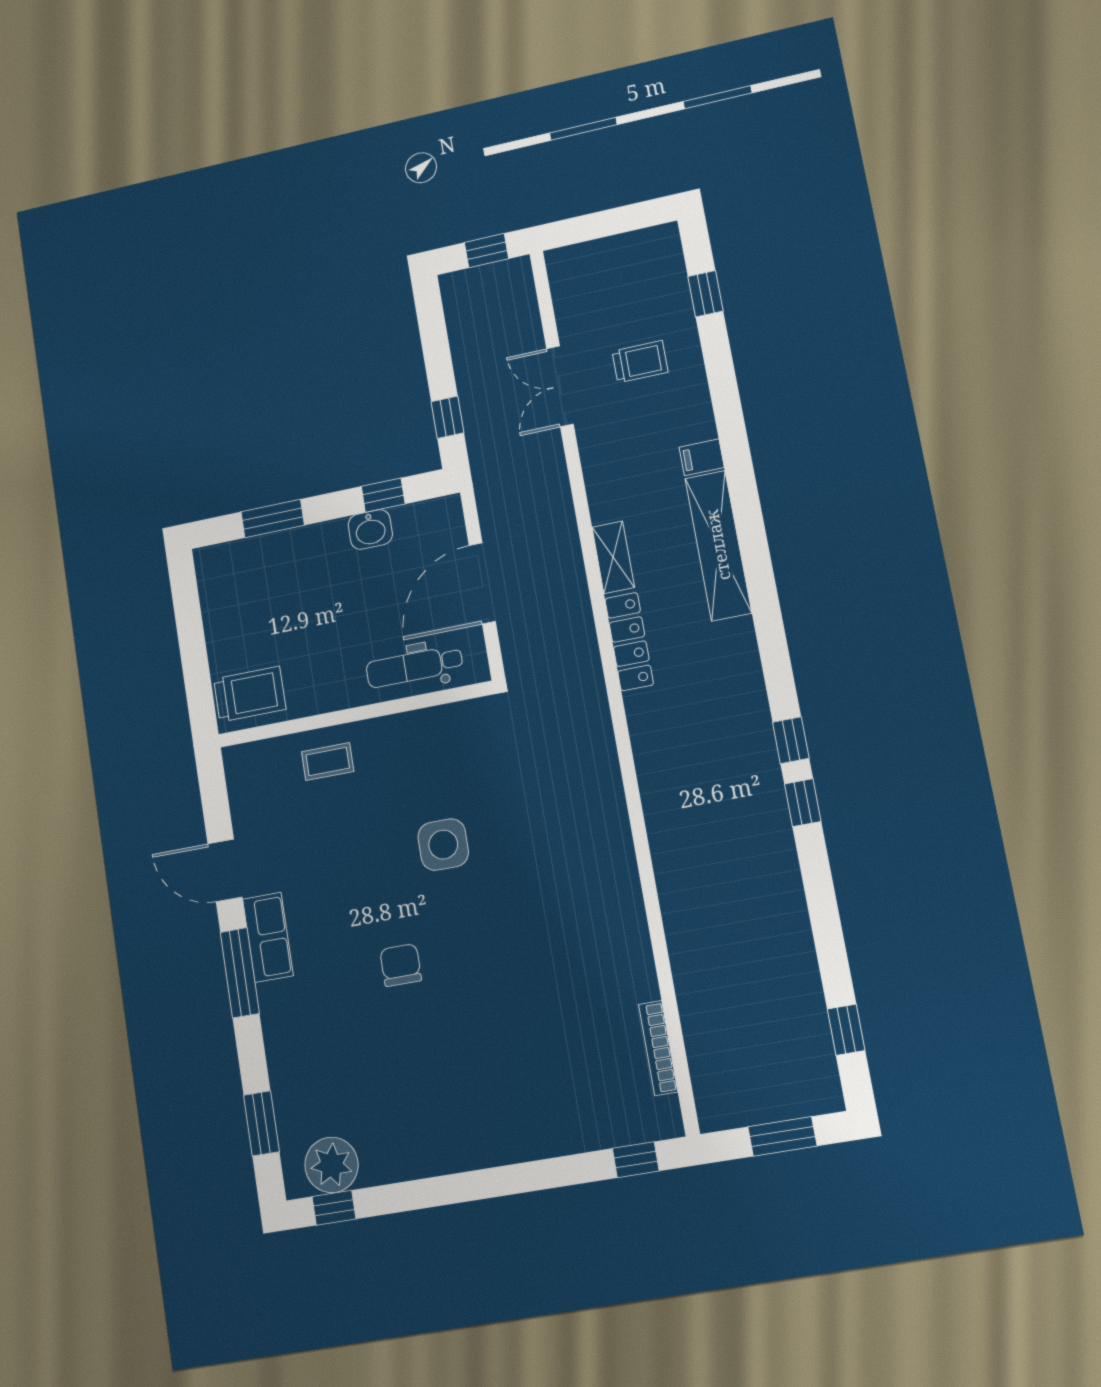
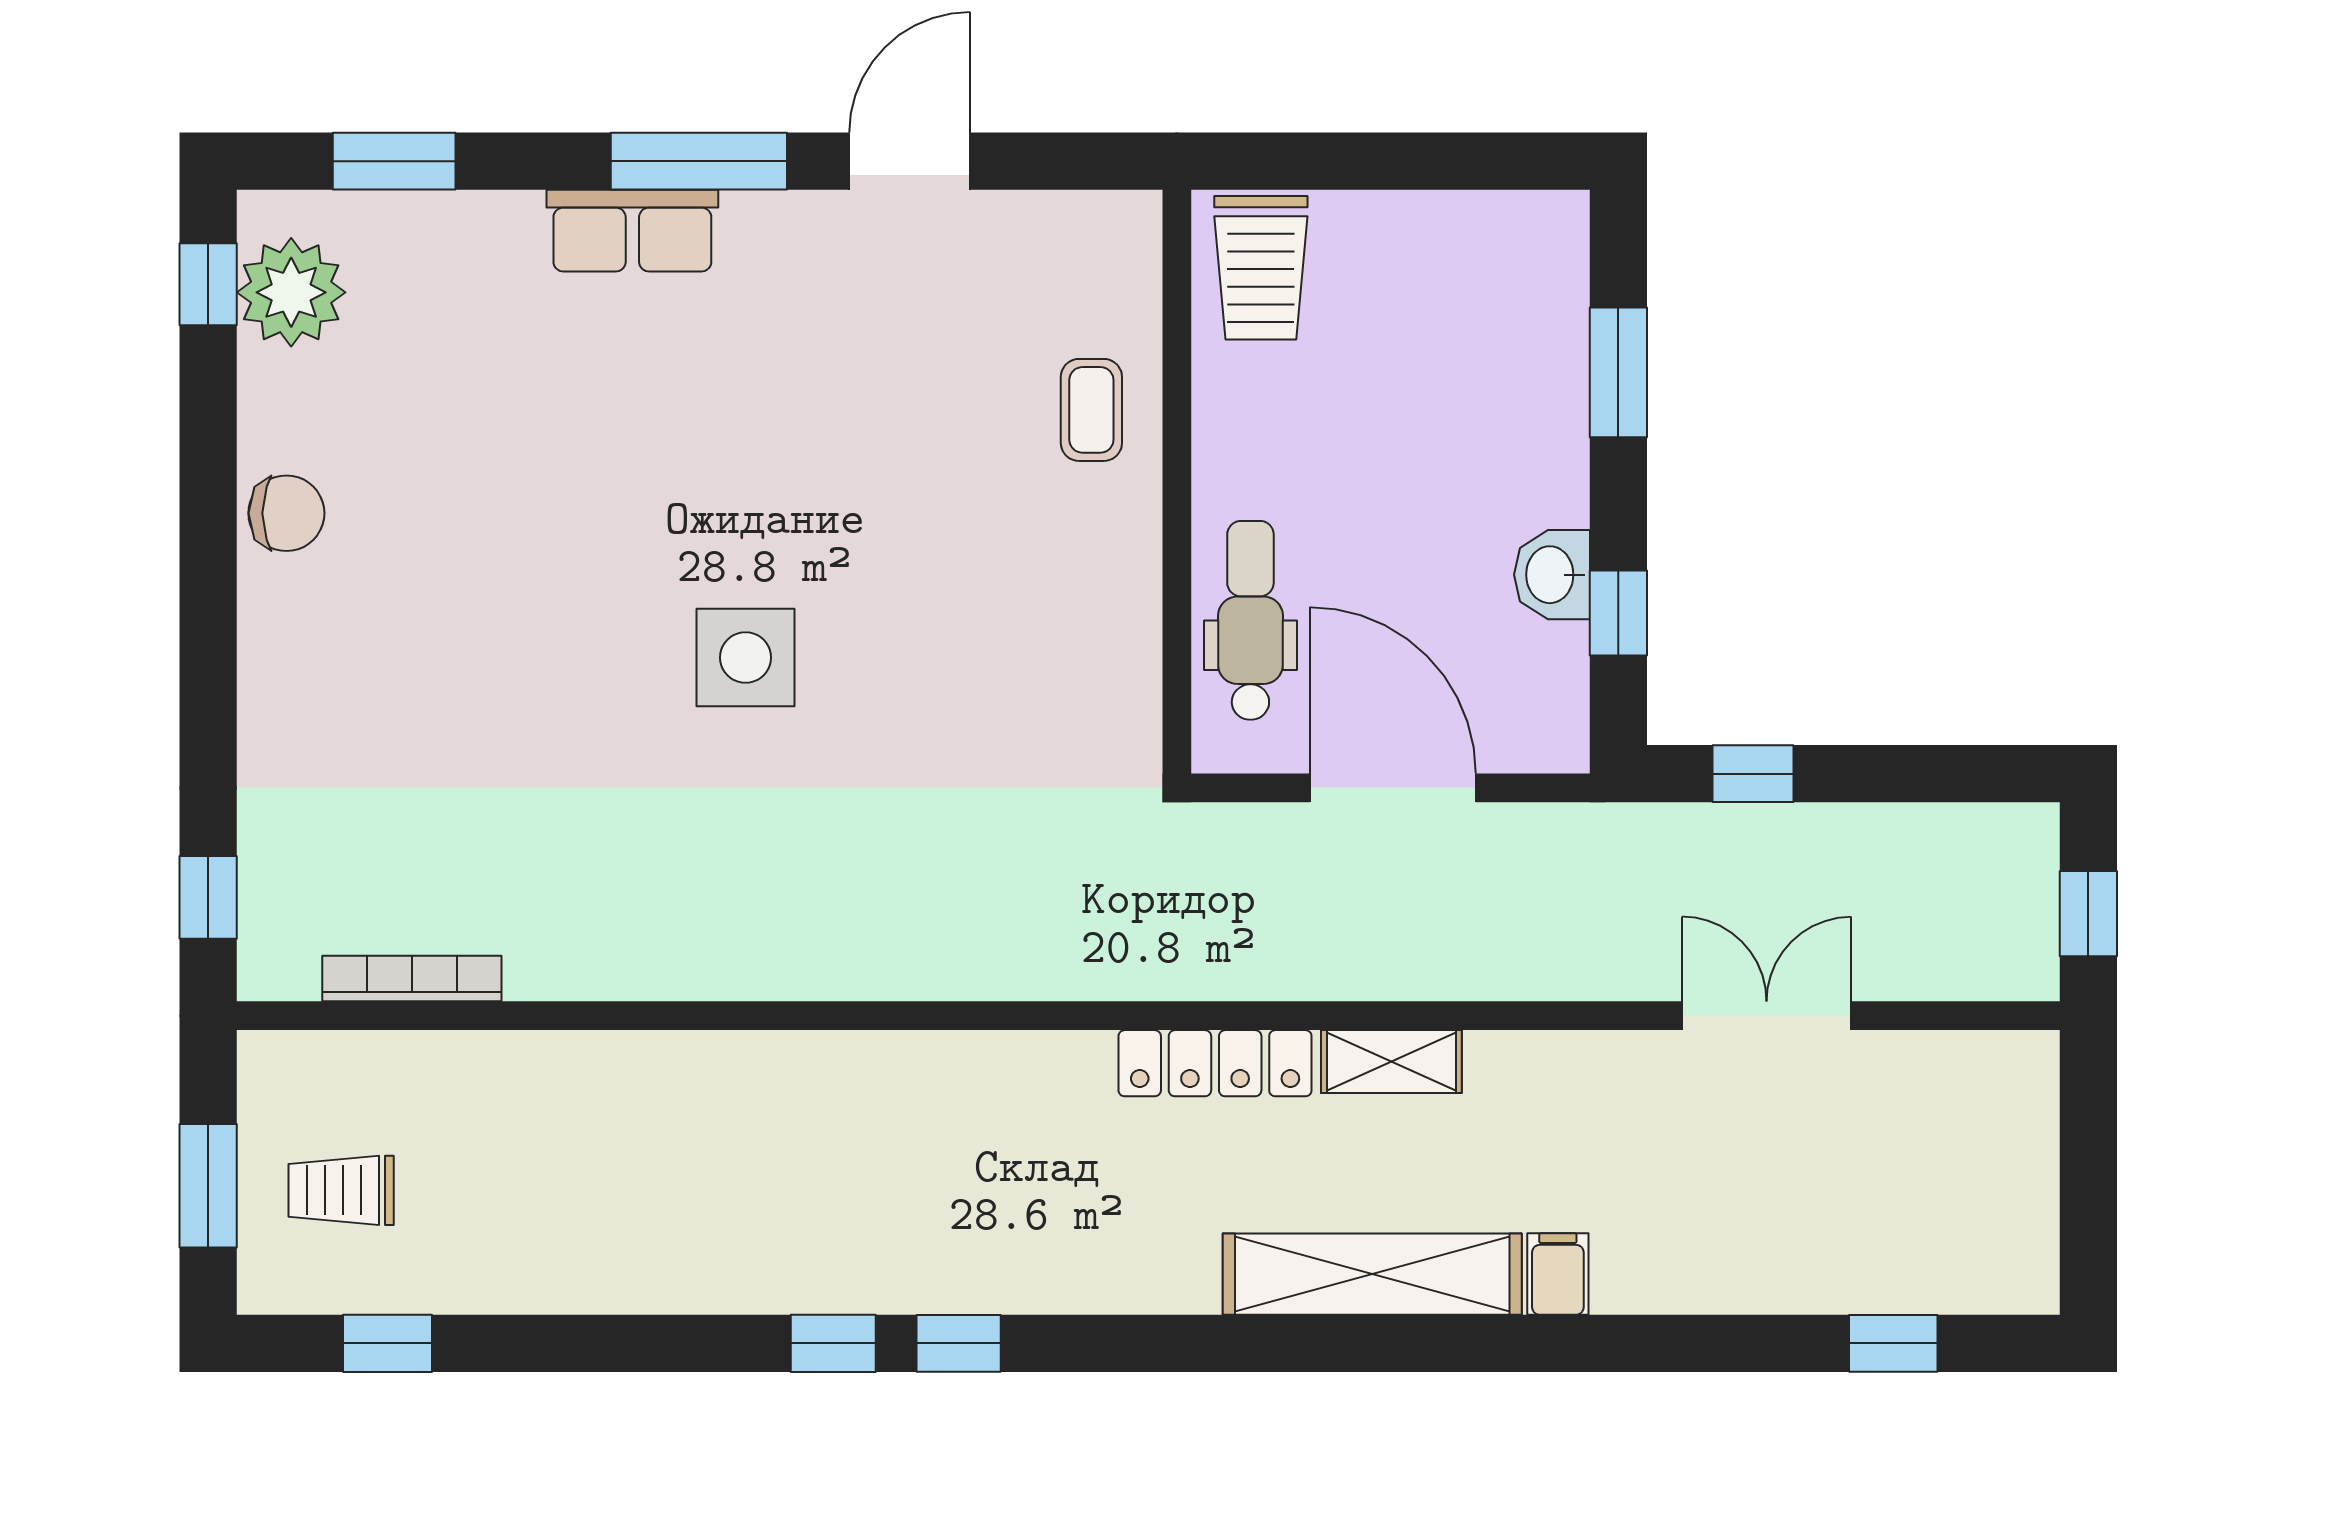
trolley: (640, 362) -> (341, 1190), moved, turned 90
side table: (443, 845) -> (746, 658), moved
row of seats: (268, 937) -> (632, 231), moved
chair: (401, 965) -> (286, 513), moved

